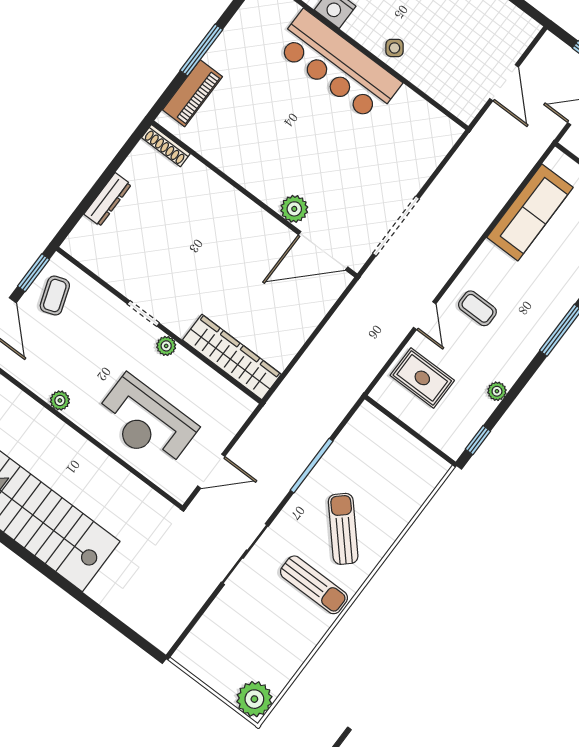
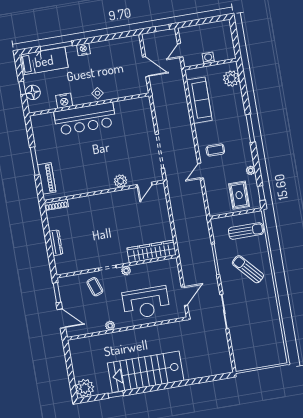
door: (323, 251) -> (145, 185), width x0.53
coffee table: (55, 296) -> (95, 287), moved
door: (425, 316) -> (200, 171), swing flipped
rug: (422, 378) -> (239, 195), moved, turned 90
sun lounger: (314, 585) -> (246, 231), moved
plant: (254, 699) -> (278, 356), removed

